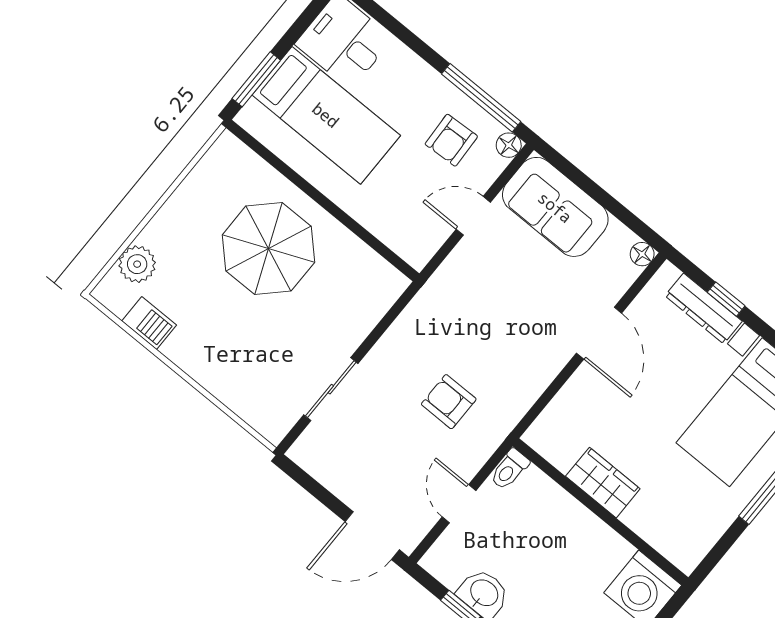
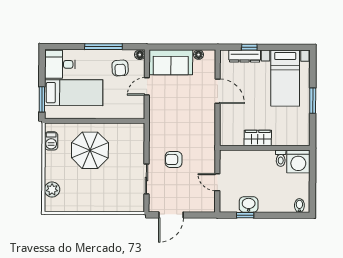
window: (481, 98) -> (103, 47), moved
floor lamp: (642, 254) -> (199, 55), moved
barbecue: (149, 323) -> (51, 141), moved, turned 90
armchair: (449, 402) -> (174, 159), moved
toilet: (510, 469) -> (281, 158), moved
door: (372, 536) -> (171, 215), moved

